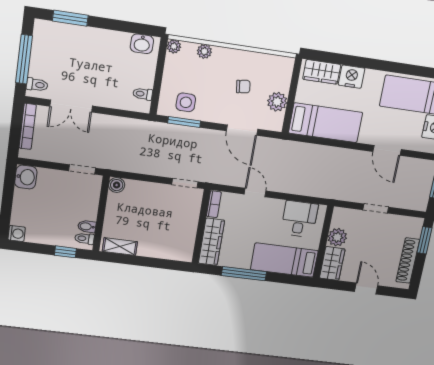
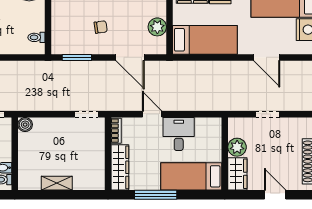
chair: (243, 87) -> (101, 27), moved
side table: (186, 102) -> (76, 39), removed
desk: (299, 219) -> (179, 134), moved
shelving: (120, 247) -> (57, 183), moved

